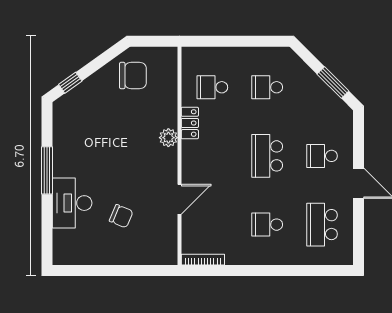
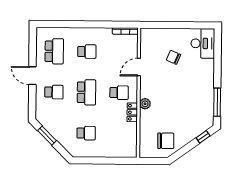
chair: (133, 76) -> (166, 141), turned 180
school desk: (212, 87) -> (119, 93), moved
window: (47, 170) -> (217, 102), moved
desk: (72, 203) -> (203, 43), moved

